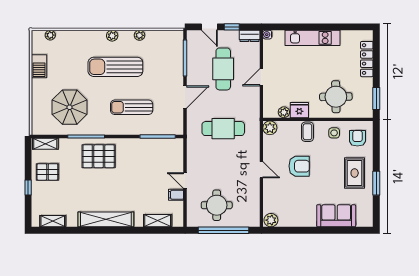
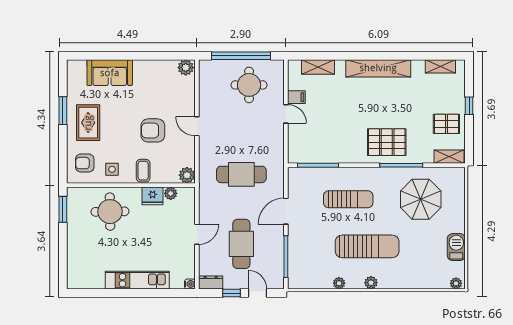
plant: (50, 35) -> (456, 283), moved
locker: (367, 59) -> (74, 255), removed
armchair: (357, 138) -> (85, 163), turned 90

